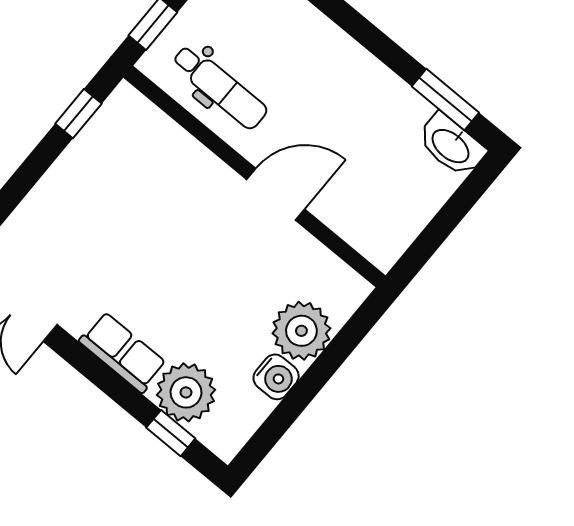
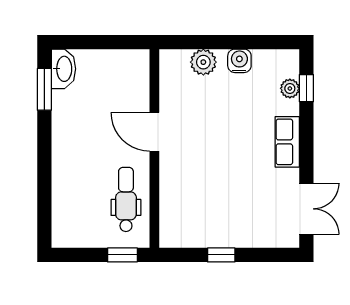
window: (78, 114) -> (221, 255), moved
plant: (301, 331) -> (203, 62), width x0.73, depth x0.73
plant: (186, 392) -> (290, 88), width x0.53, depth x0.53

